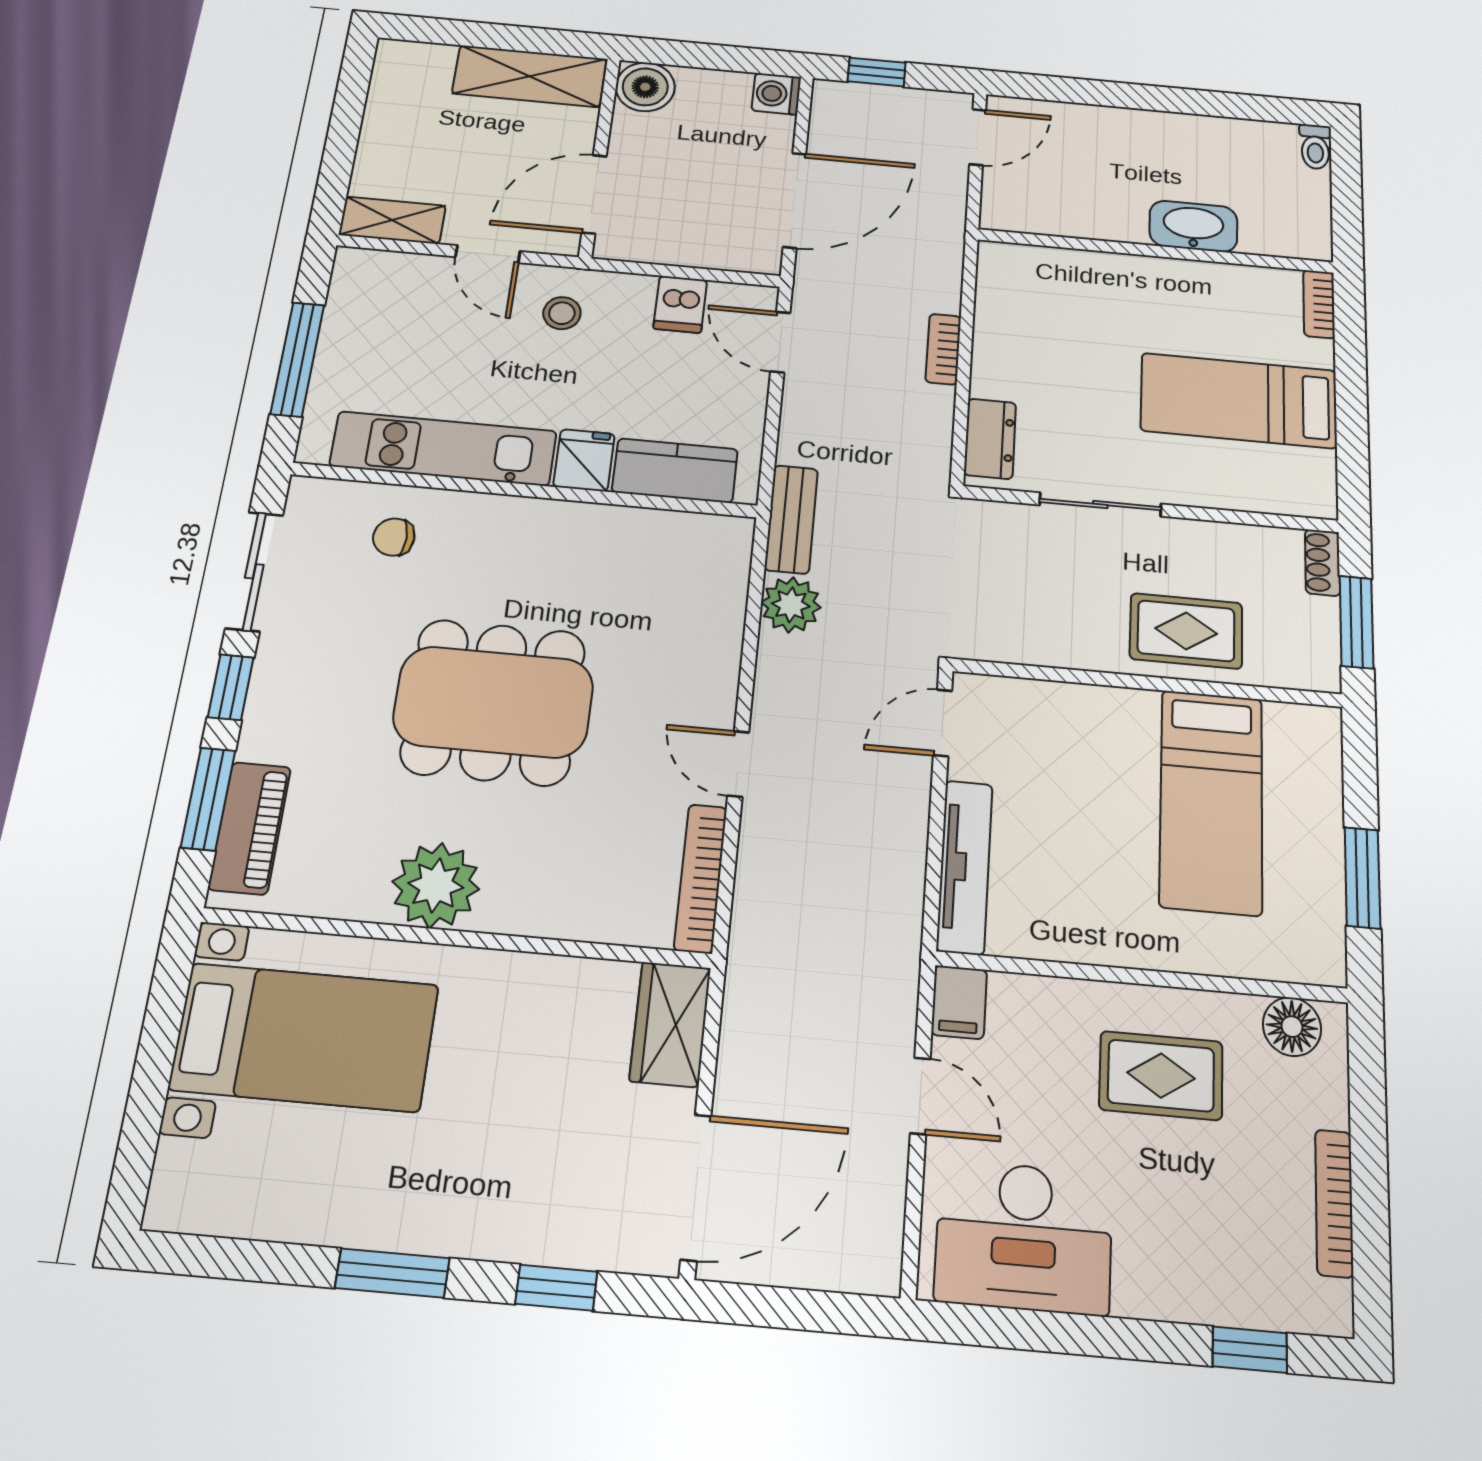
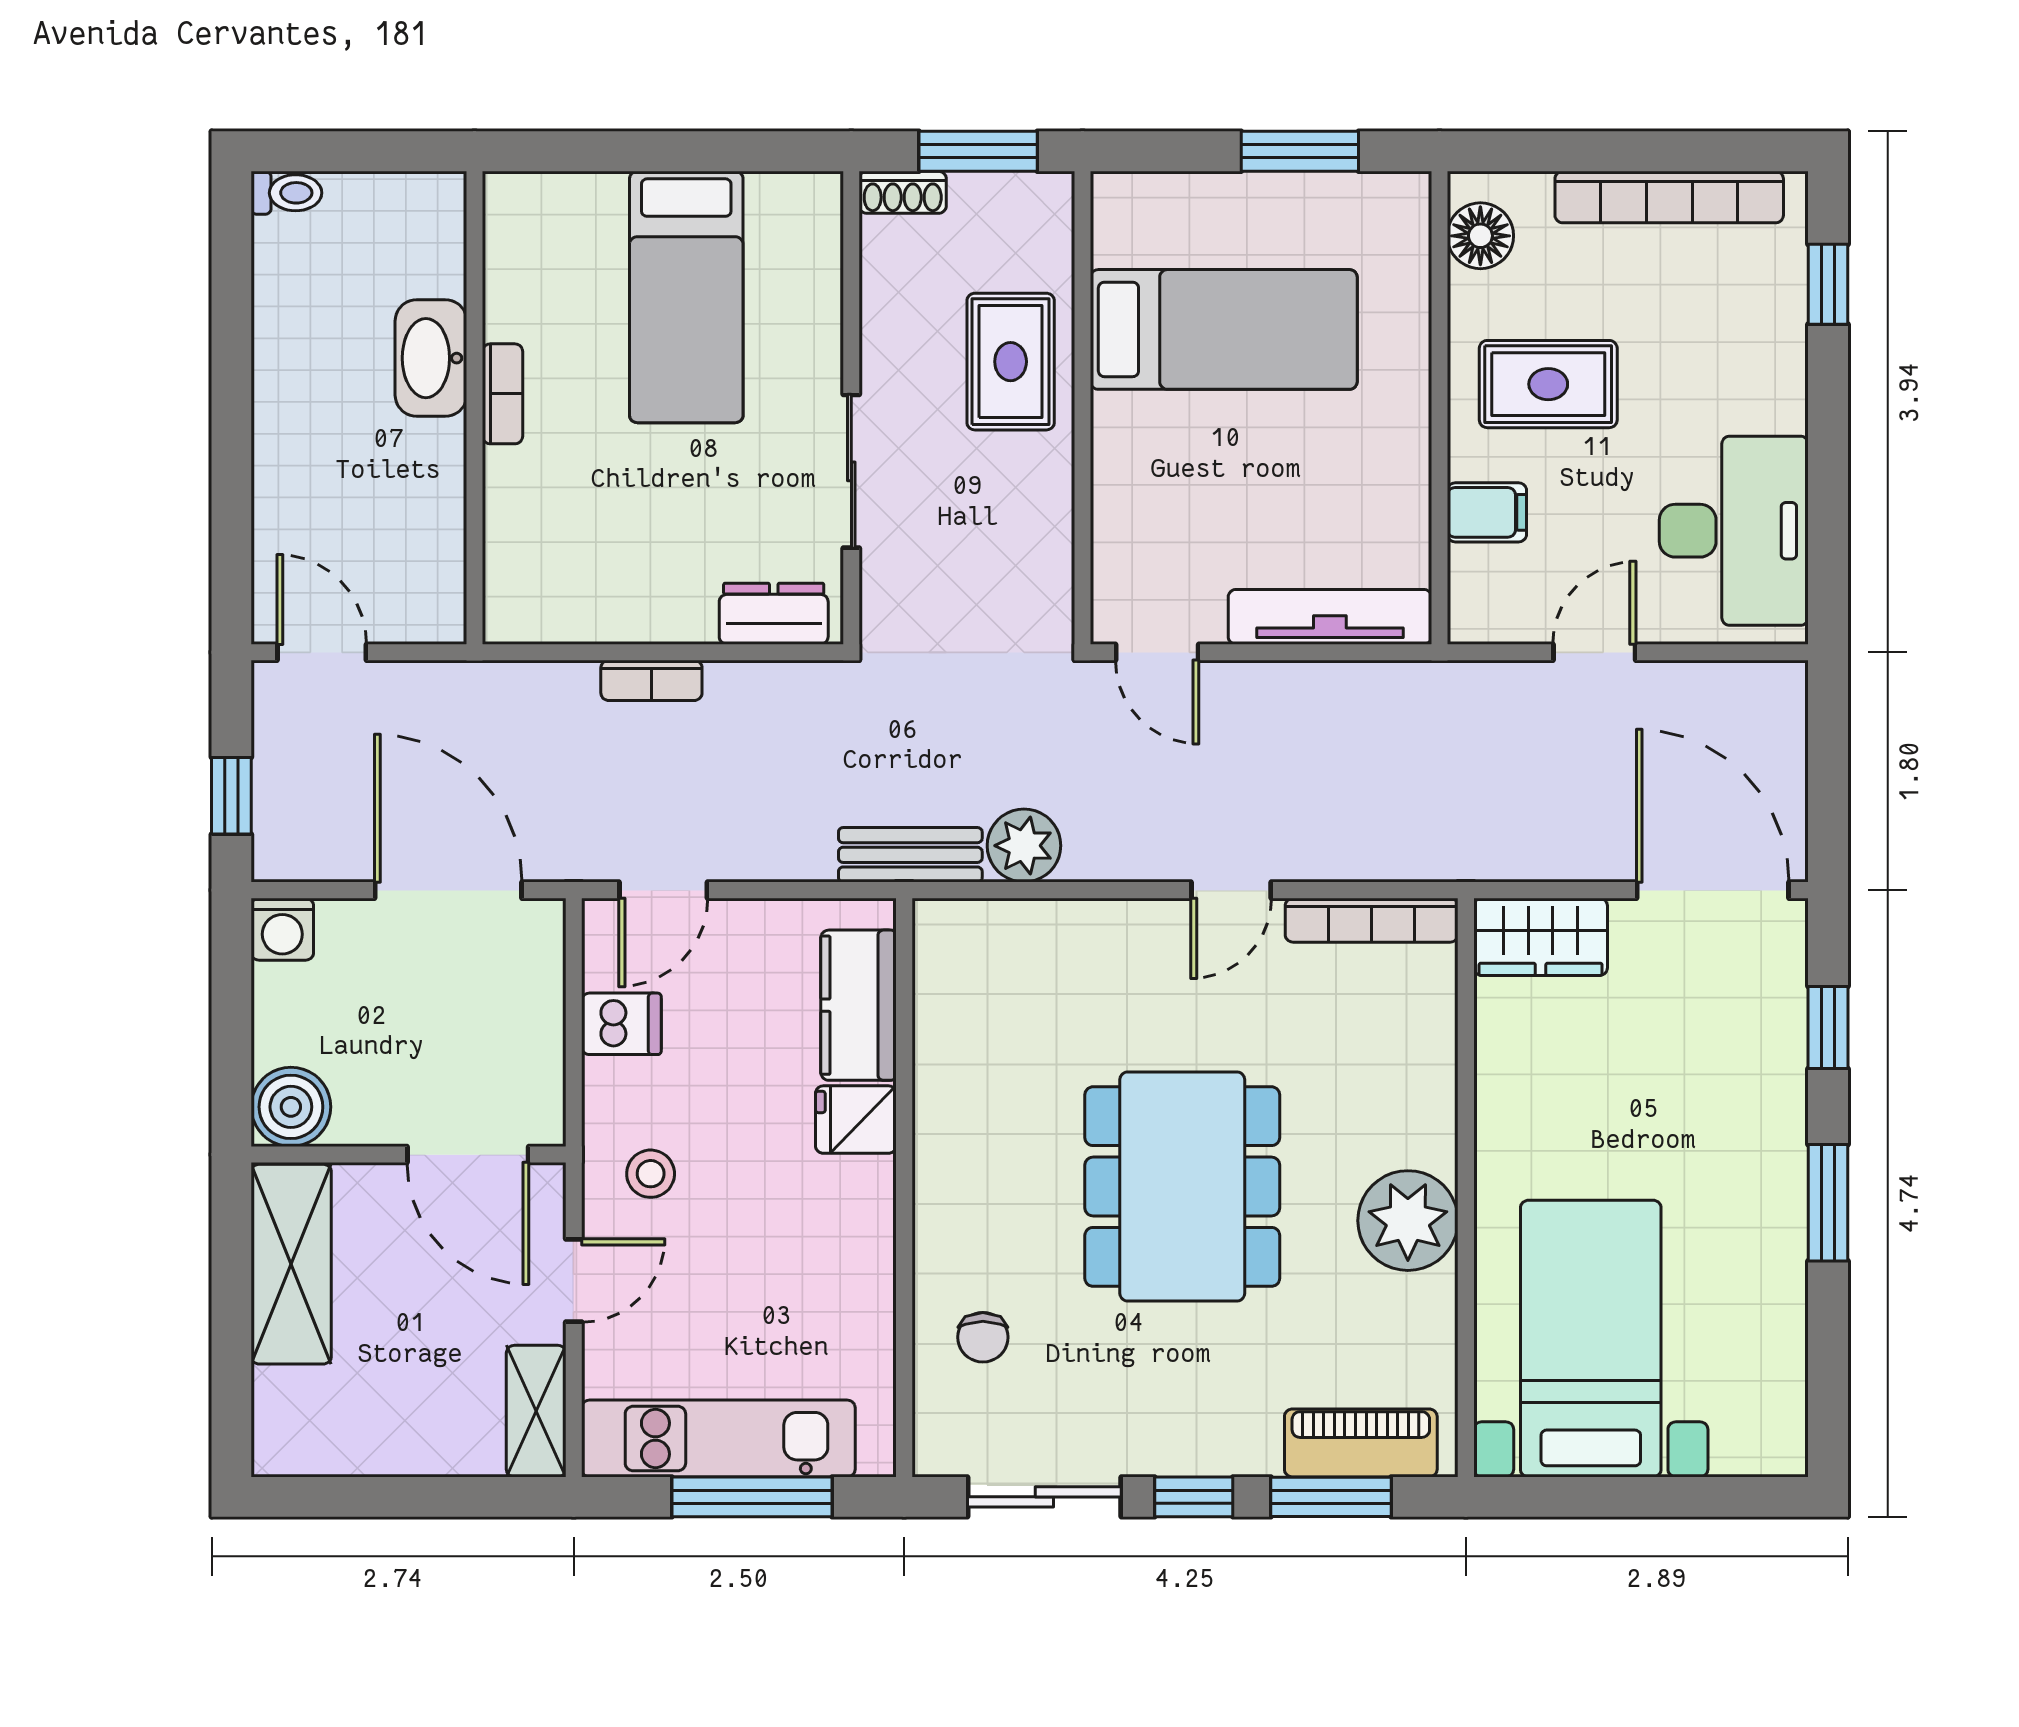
bookcase: (1319, 304) -> (503, 394), moved, turned -90
kitchen unit: (443, 449) -> (718, 1439), moved, turned 90
filing cabinet: (959, 1002) -> (1487, 512), moved
rug: (1161, 1076) -> (1548, 384), turned 90
bookcase: (1334, 1203) -> (1669, 197), width x1.48, depth x1.31

